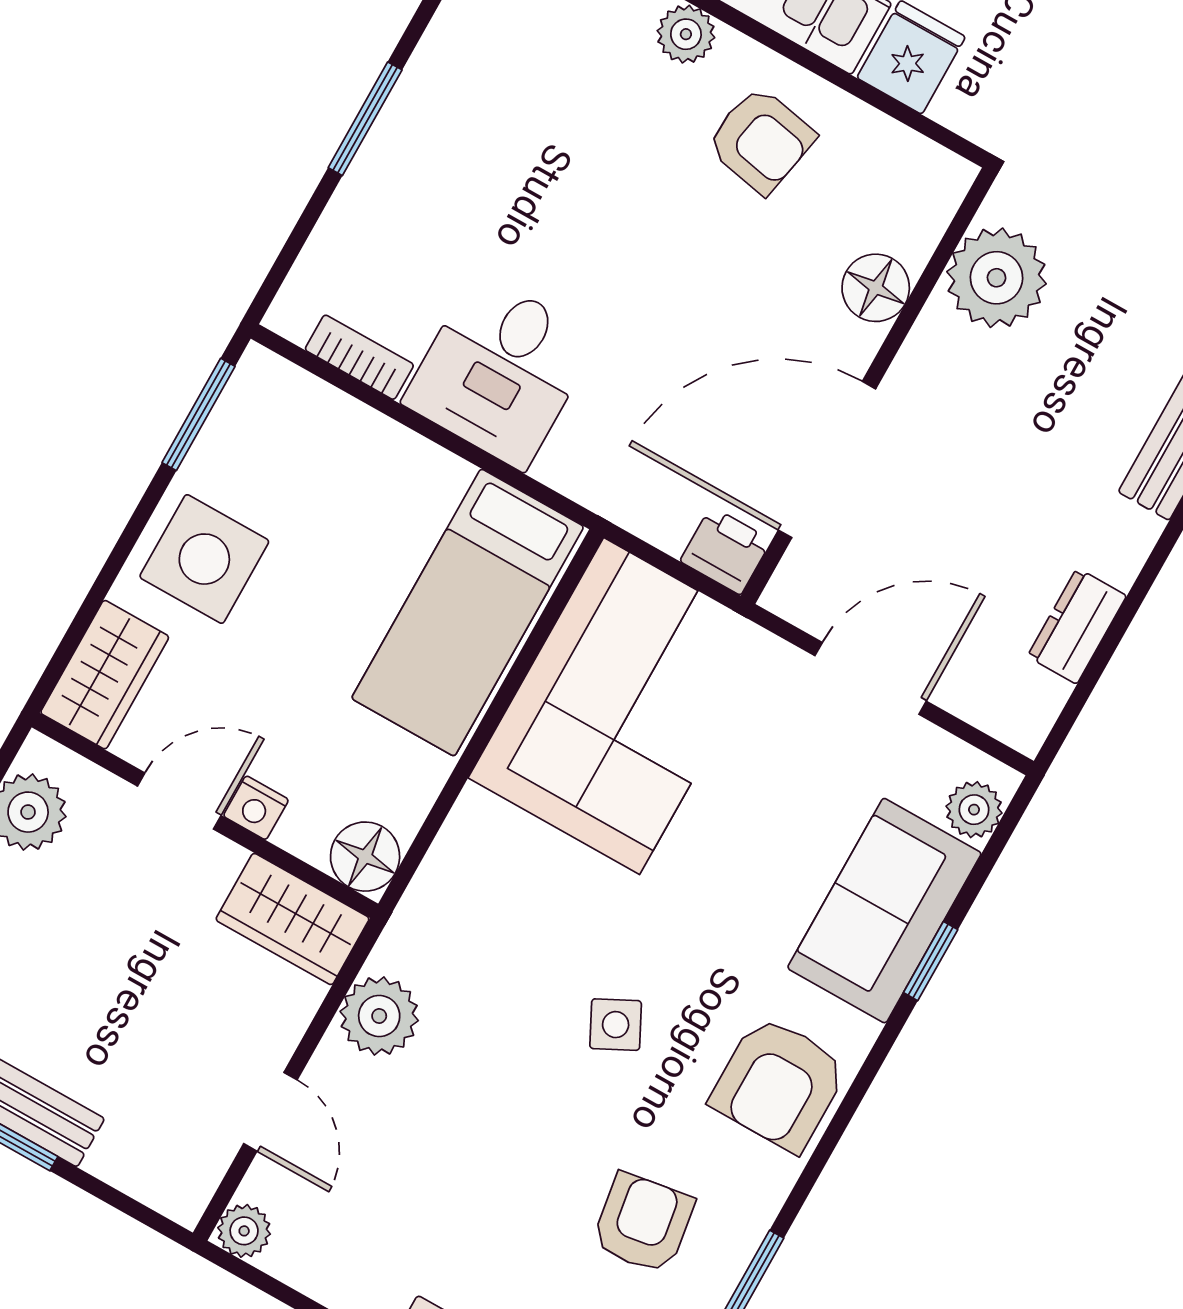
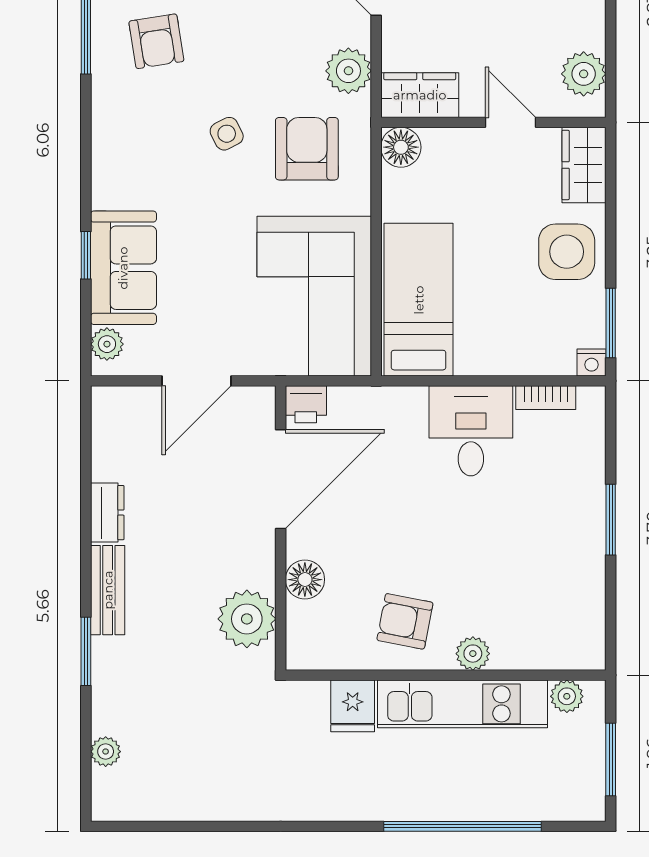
dresser: (1077, 626) -> (107, 513), moved
door: (179, 801) -> (511, 122), swing flipped
nightstand: (256, 808) -> (592, 363), moved, turned 180
armchair: (779, 1084) -> (307, 149), moved

